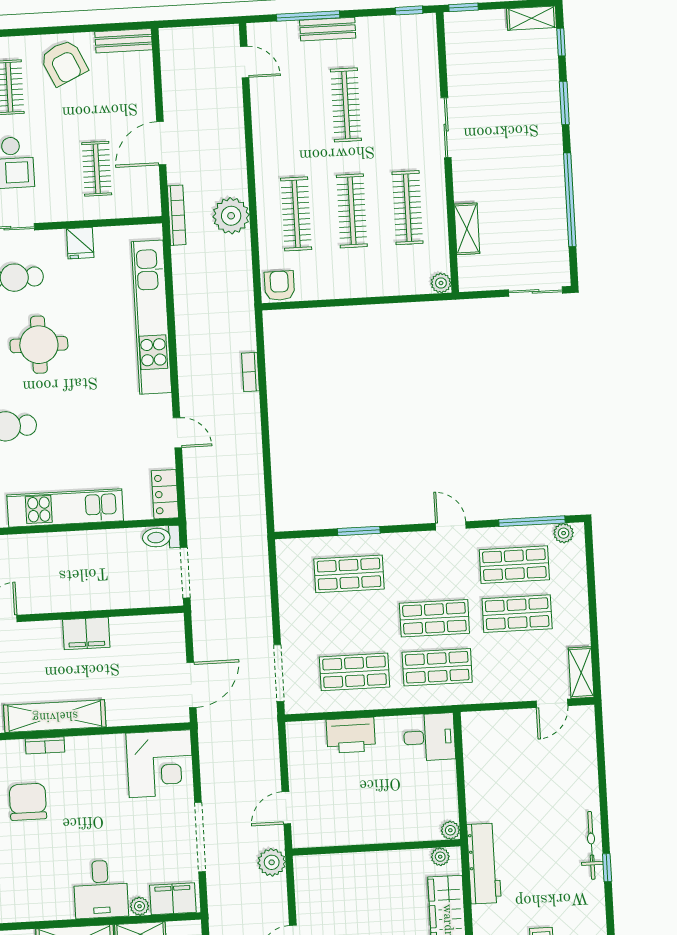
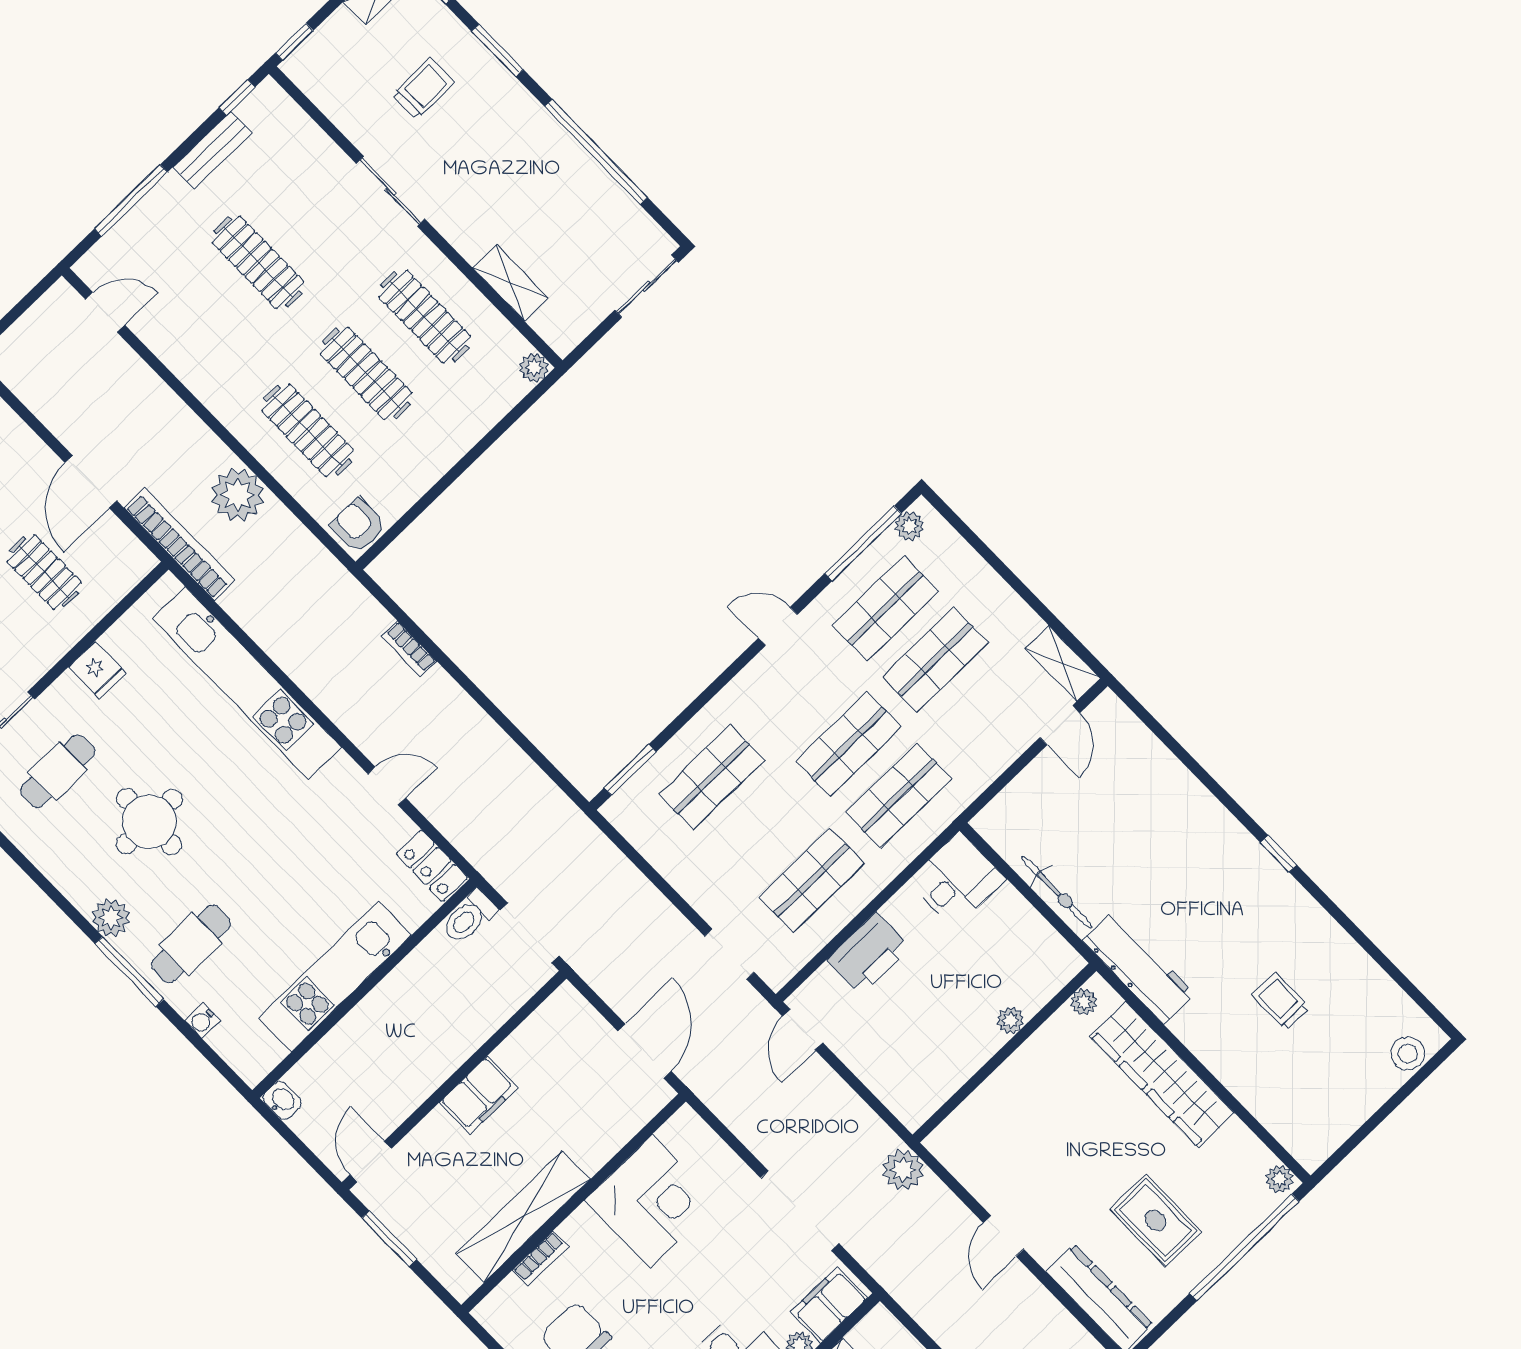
bench: (328, 29) -> (213, 150), moved
trolley: (509, 89) -> (423, 89), added
bookcase: (177, 215) -> (180, 544), width x1.48, depth x1.31
window: (359, 531) -> (630, 770), moved
doorway: (279, 673) -> (729, 954), width x0.73
corner desk: (160, 764) -> (651, 1201), moved
door: (286, 808) -> (803, 1029), moved
plant: (450, 830) -> (1011, 1020), moved
bicycle: (591, 845) -> (1057, 892), moved, turned 180

